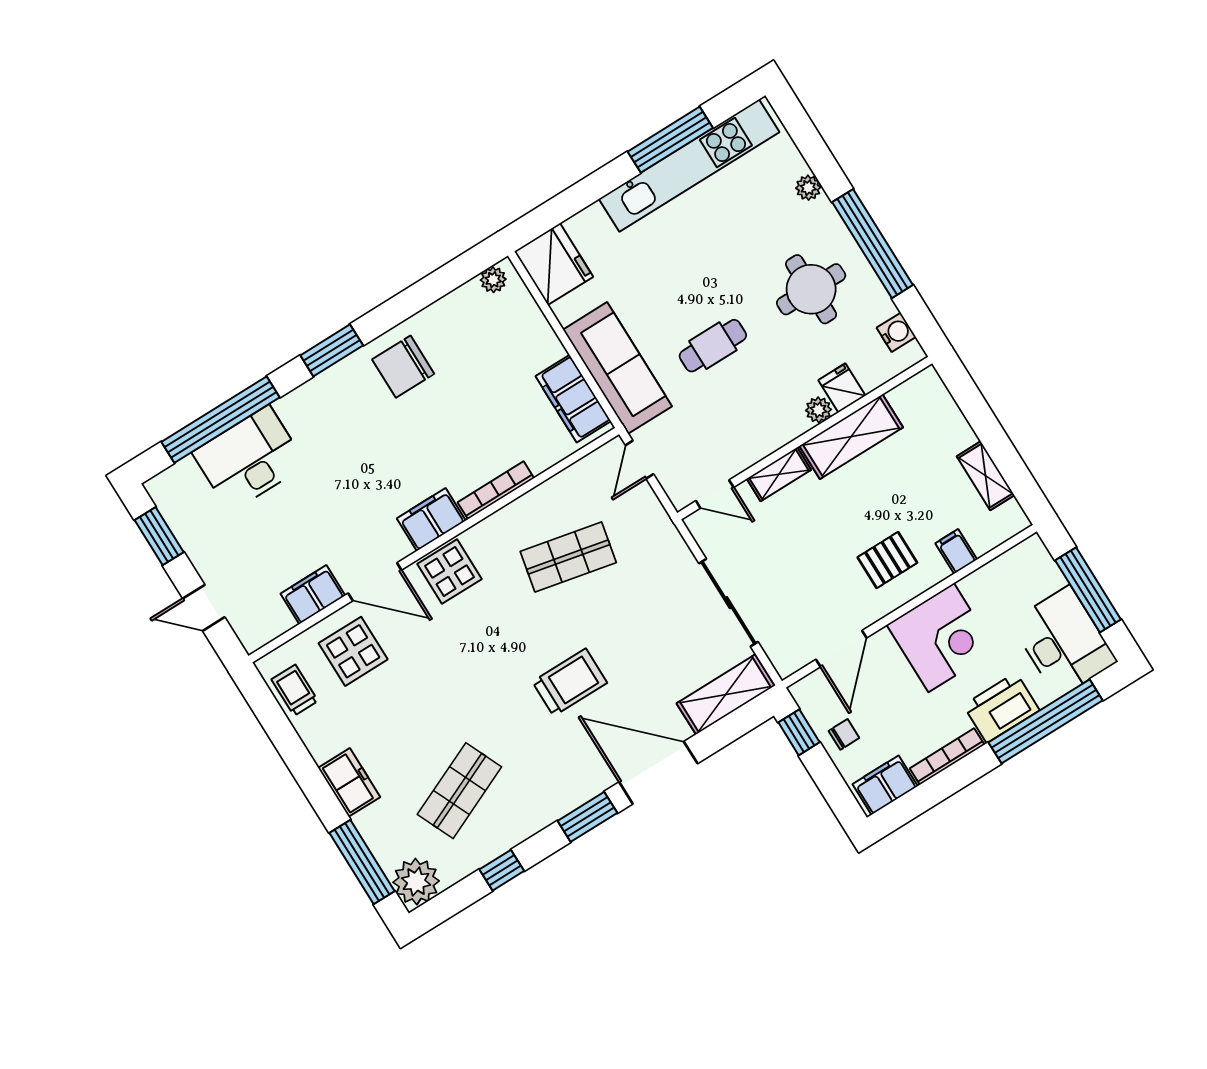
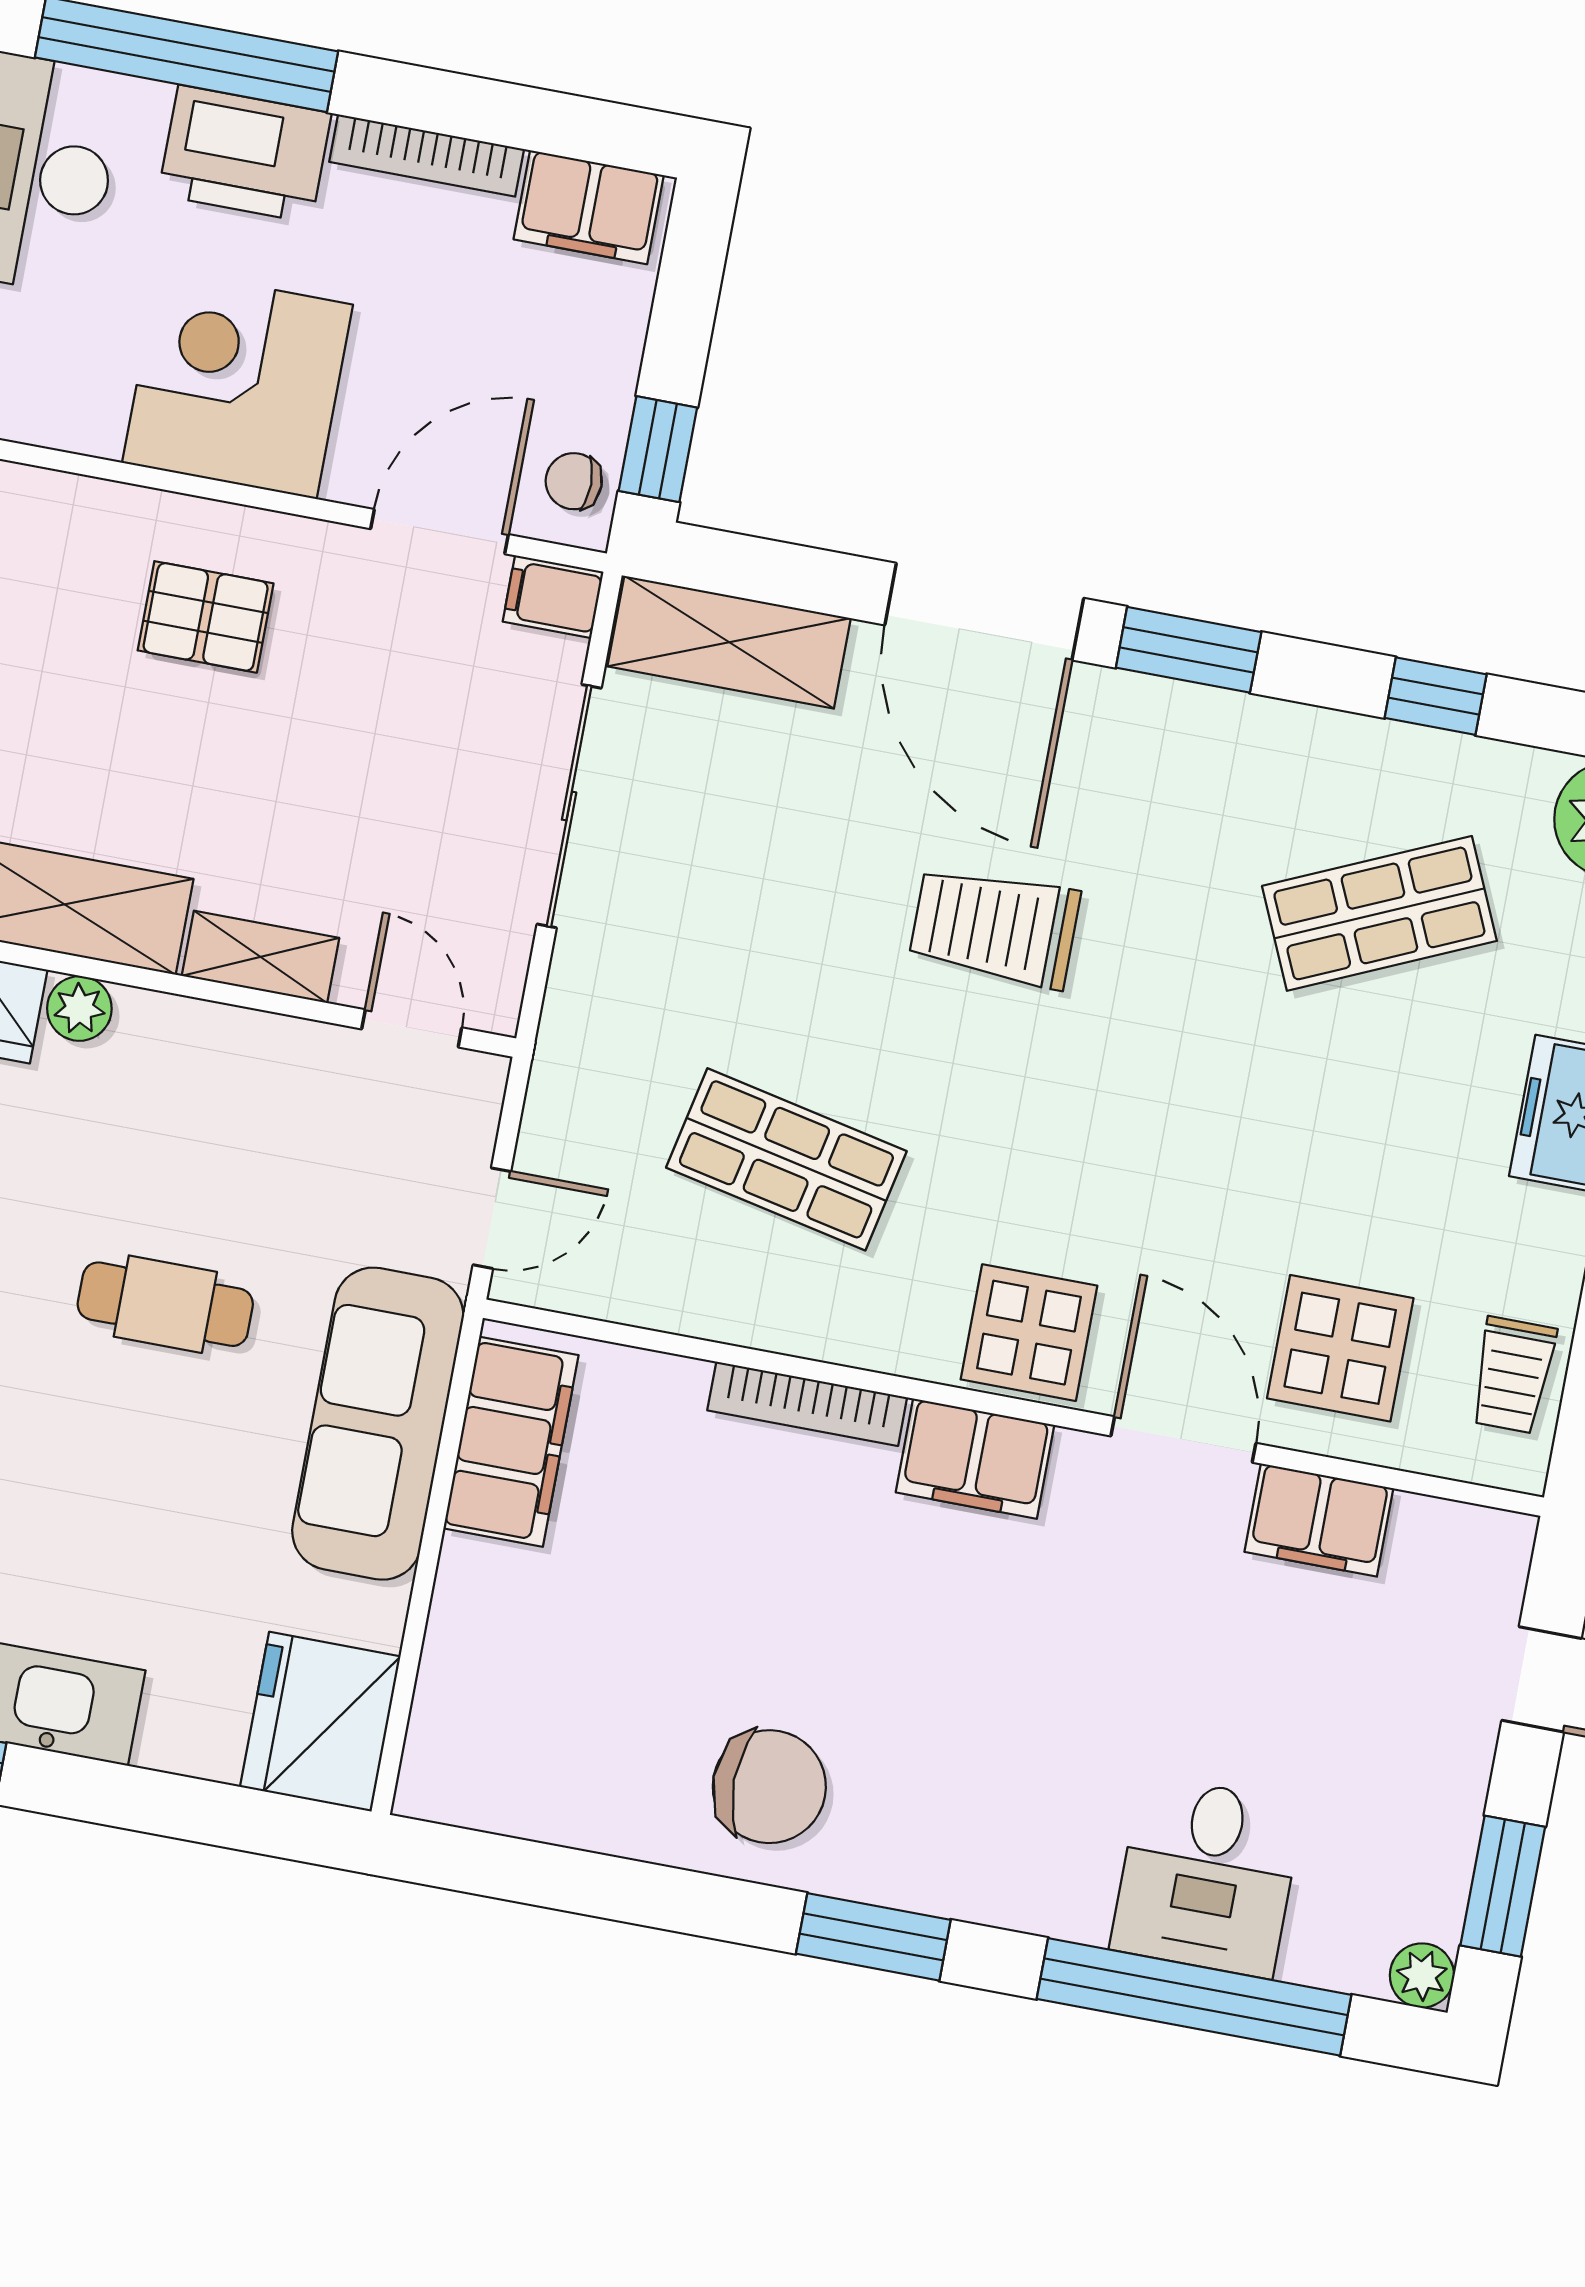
plant: (493, 280) -> (1422, 1975), moved
desk: (249, 459) -> (1207, 1876), width x0.73
filing cabinet: (956, 551) -> (553, 597), moved, turned 90
chair: (844, 734) -> (574, 481), moved

